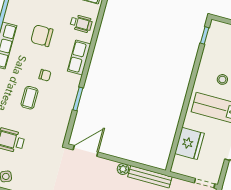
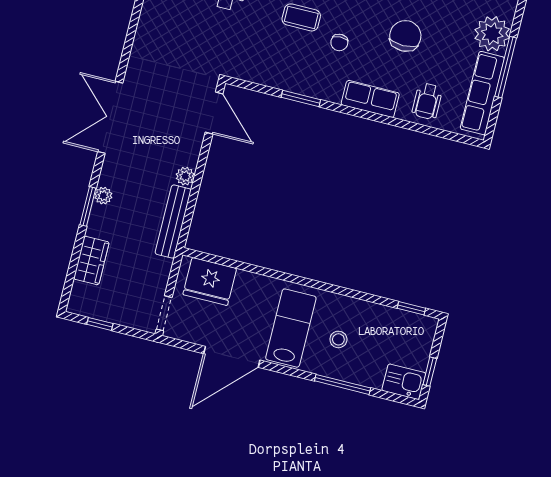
fridge: (189, 143) -> (210, 281), moved

